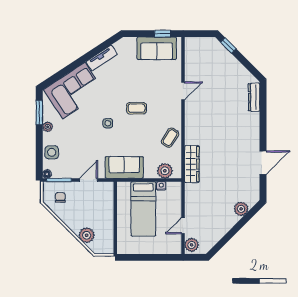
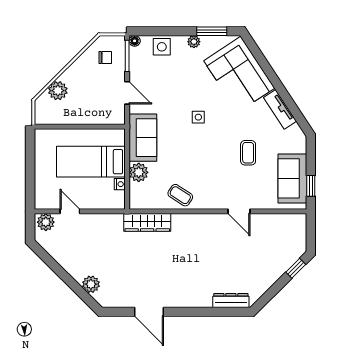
coffee table: (136, 108) -> (248, 153), moved
plant: (165, 171) -> (139, 172), moved

